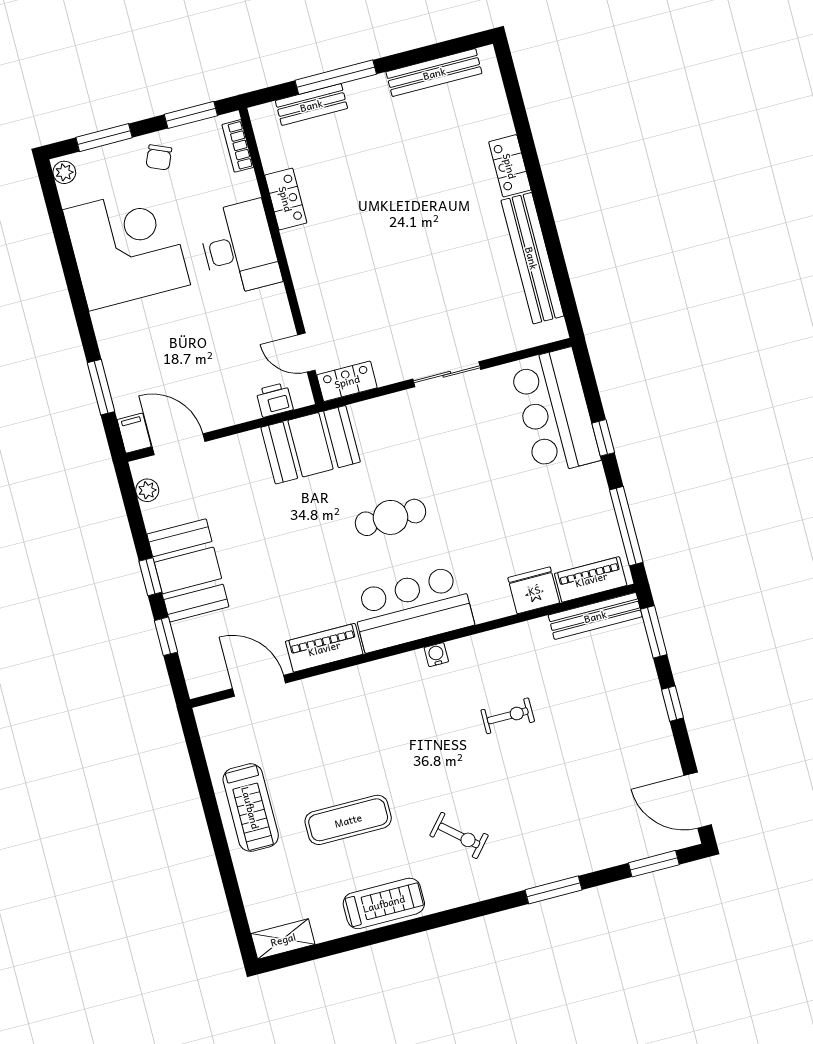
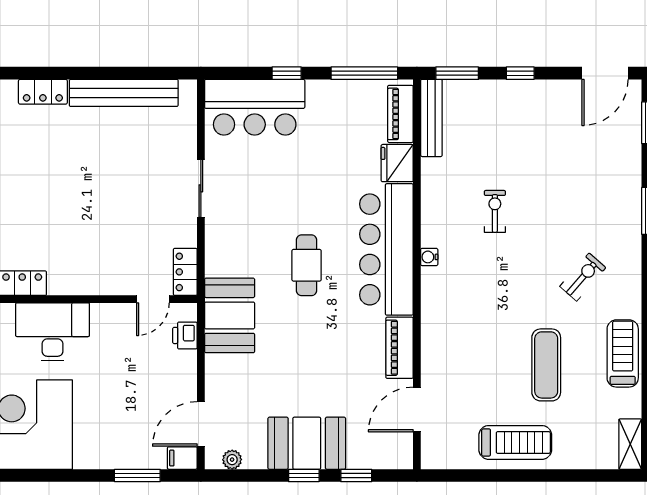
bar counter: (412, 609) -> (386, 249), width x1.36

